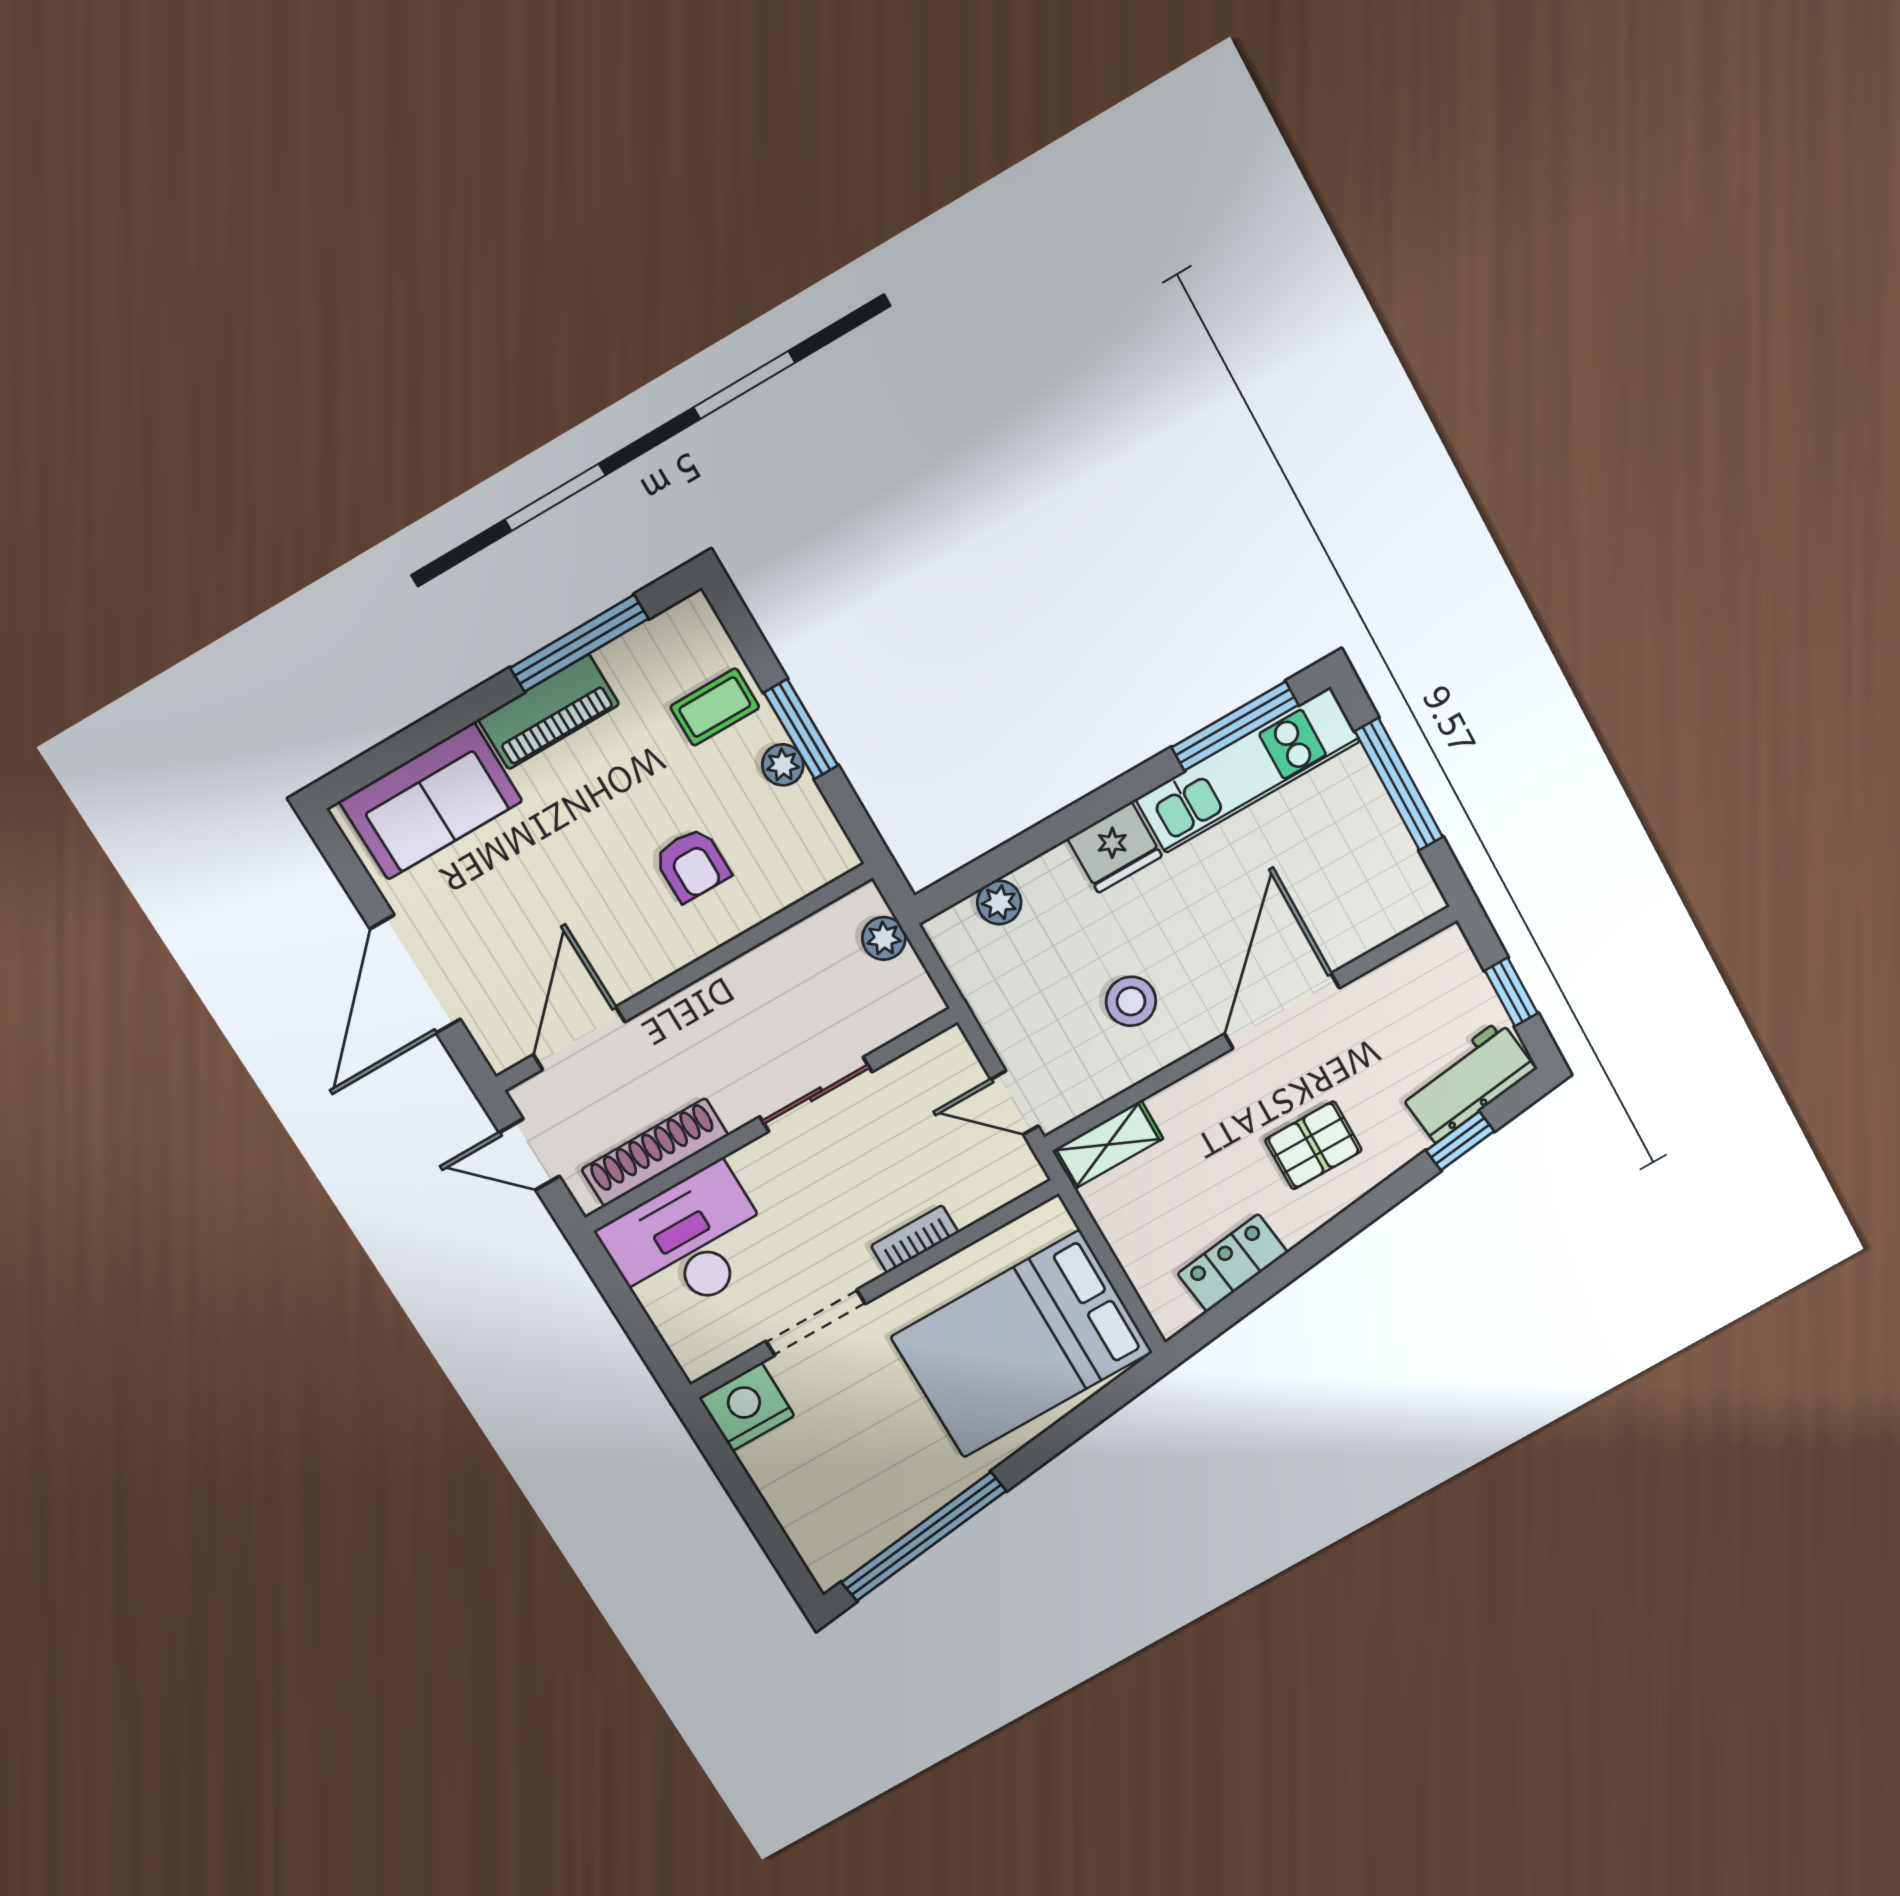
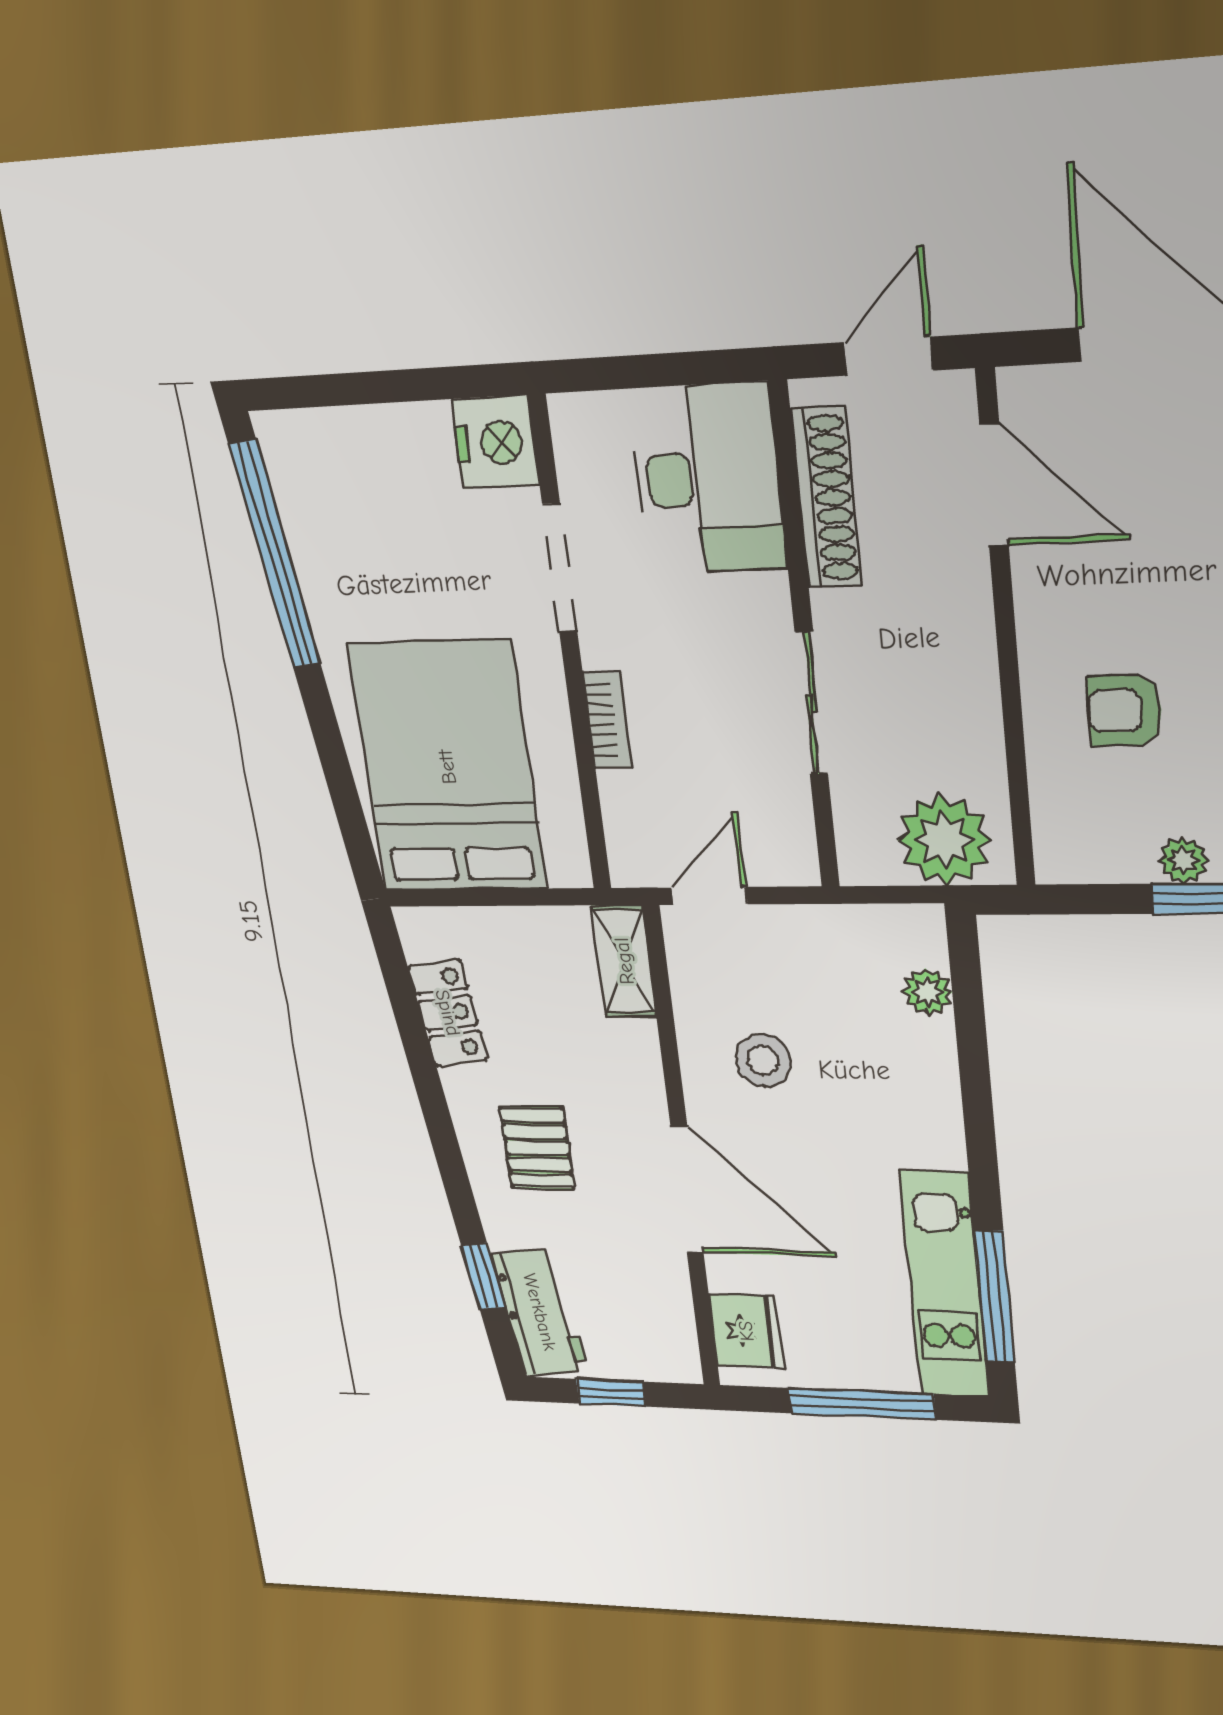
fridge: (1115, 847) -> (746, 1331), moved, turned 180
plant: (884, 938) -> (944, 840), width x1.87, depth x1.87

